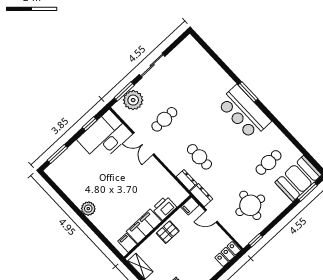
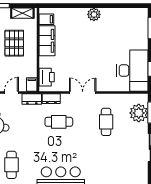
double door: (143, 144) -> (83, 92), moved
printer: (164, 208) -> (47, 77), moved
pallet: (168, 232) -> (14, 43), moved, width x1.50, depth x1.42

